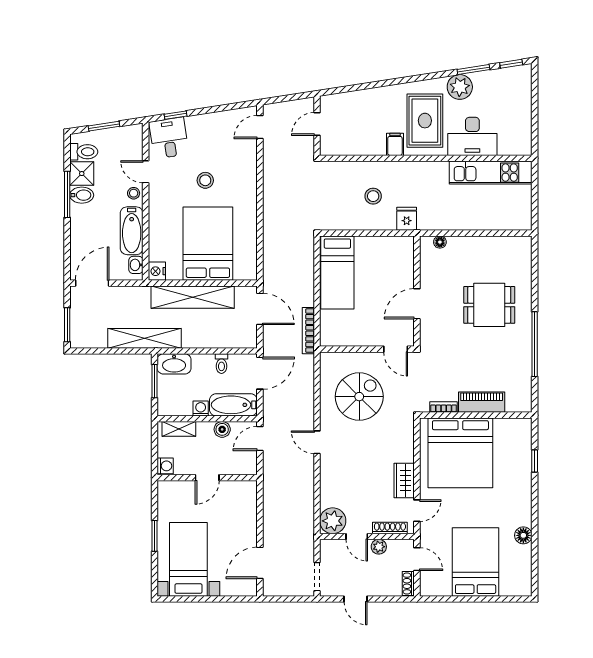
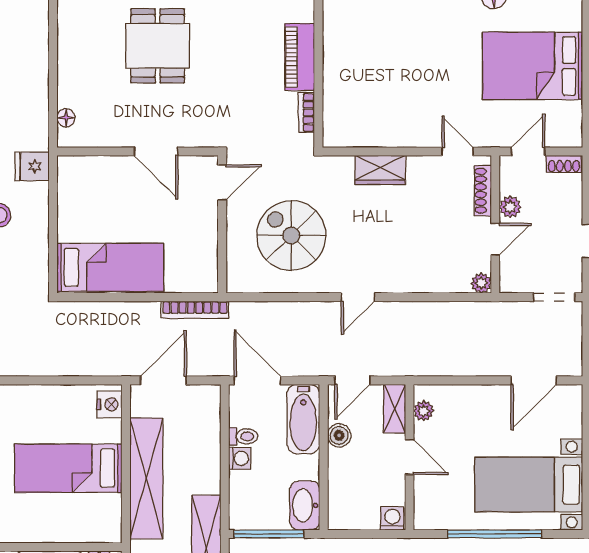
bed: (208, 244) -> (68, 468), width x0.67
nightstand: (157, 271) -> (109, 404), moved, turned -90
washbasin: (174, 364) -> (305, 505), moved, turned 180
window: (155, 381) -> (269, 534), width x1.44
washing machine: (201, 409) -> (240, 458), moved, turned 180
shelving: (179, 429) -> (395, 409), moved
door: (260, 438) -> (352, 380), hinge flipped
bed: (460, 453) -> (373, 88), removed
wardrobe: (404, 480) -> (380, 170), moved
plant: (239, 487) -> (423, 411), added
plant: (333, 521) -> (481, 283), width x0.53, depth x0.53
window: (155, 536) -> (495, 534), width x2.11
door: (260, 563) -> (534, 380), hinge flipped

